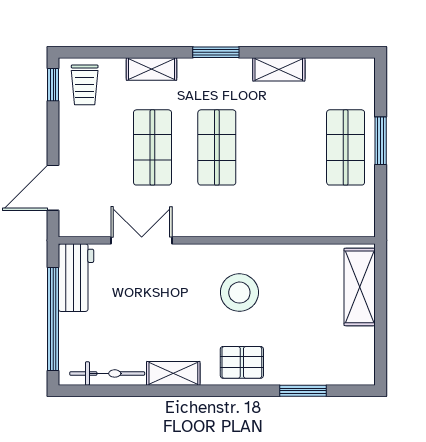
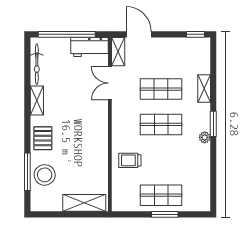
plant: (240, 68) -> (205, 137), added
shelving: (279, 69) -> (118, 52), moved
trolley: (85, 85) -> (130, 160), moved
double door: (142, 240) -> (110, 83), swing flipped
stool: (239, 293) -> (45, 175), moved
window: (303, 391) -> (27, 172), width x1.44

